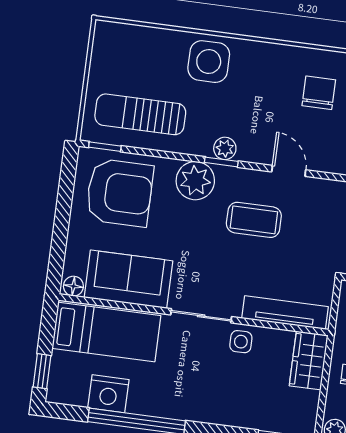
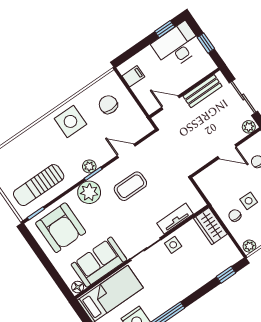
side table: (209, 62) -> (70, 121), moved
armchair: (119, 193) -> (61, 228), turned 90
tv unit: (285, 313) -> (175, 219), width x0.71

